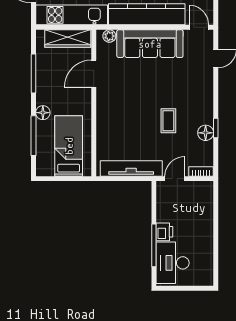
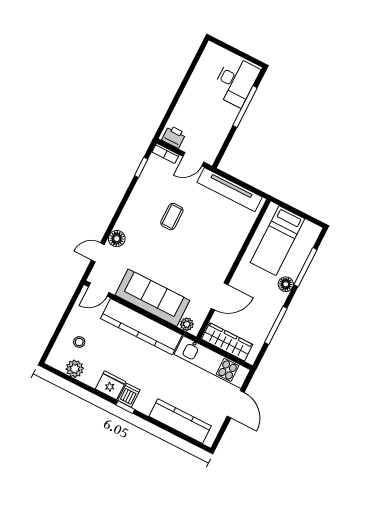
door: (199, 27) -> (99, 290), hinge flipped
window: (216, 128) -> (141, 167), moved
floor lamp: (206, 133) -> (117, 239), moved
printer: (164, 232) -> (174, 137), moved, turned 90

